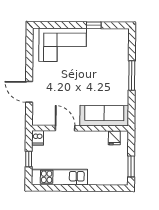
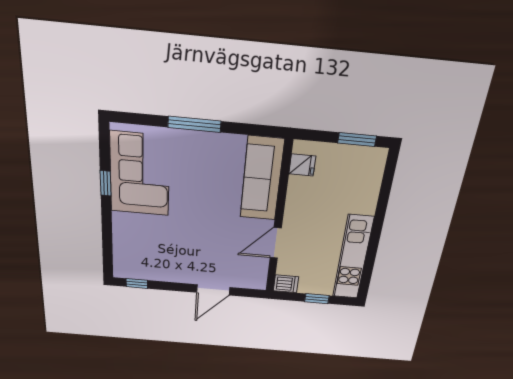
window: (29, 43) -> (137, 283), added
corner sofa: (63, 45) -> (140, 174), moved

